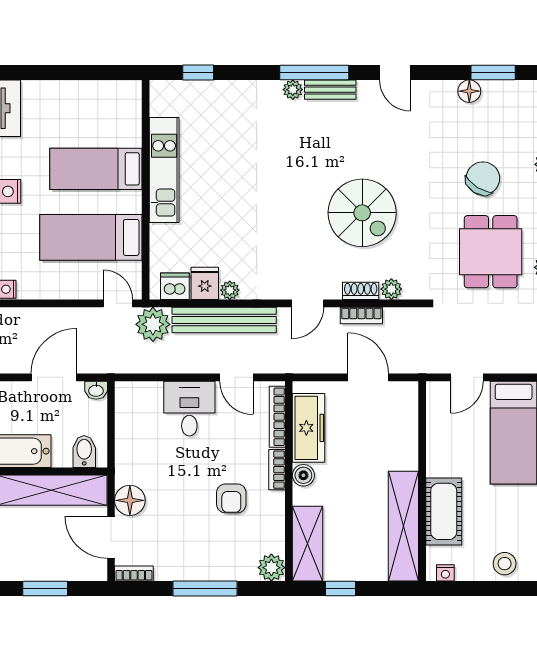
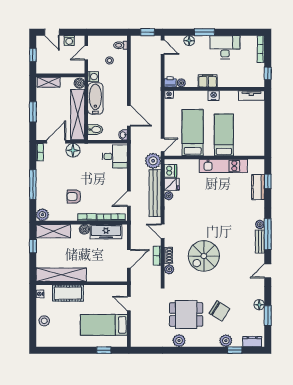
kitchen counter: (211, 94) -> (258, 187), added
desk: (189, 409) -> (115, 156), moved

